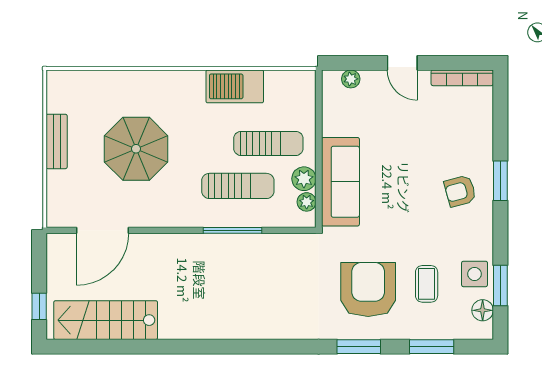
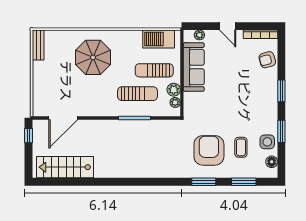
barbecue: (235, 86) -> (159, 39), moved
bench: (57, 141) -> (38, 45), moved
sun lounger: (268, 143) -> (154, 70), turned 180
parasol: (136, 149) -> (93, 57), moved
sofa: (340, 182) -> (194, 67), moved
armchair: (460, 191) -> (267, 60), moved
window: (500, 286) -> (281, 131), moved
window: (39, 306) -> (29, 136), moved

